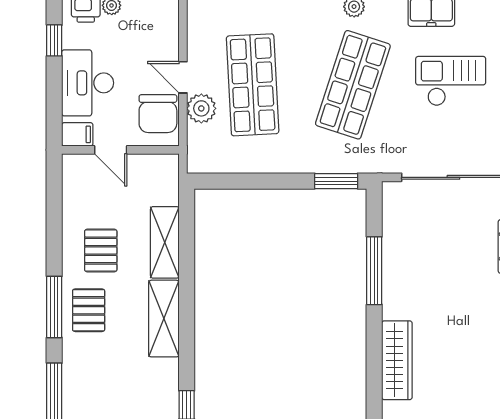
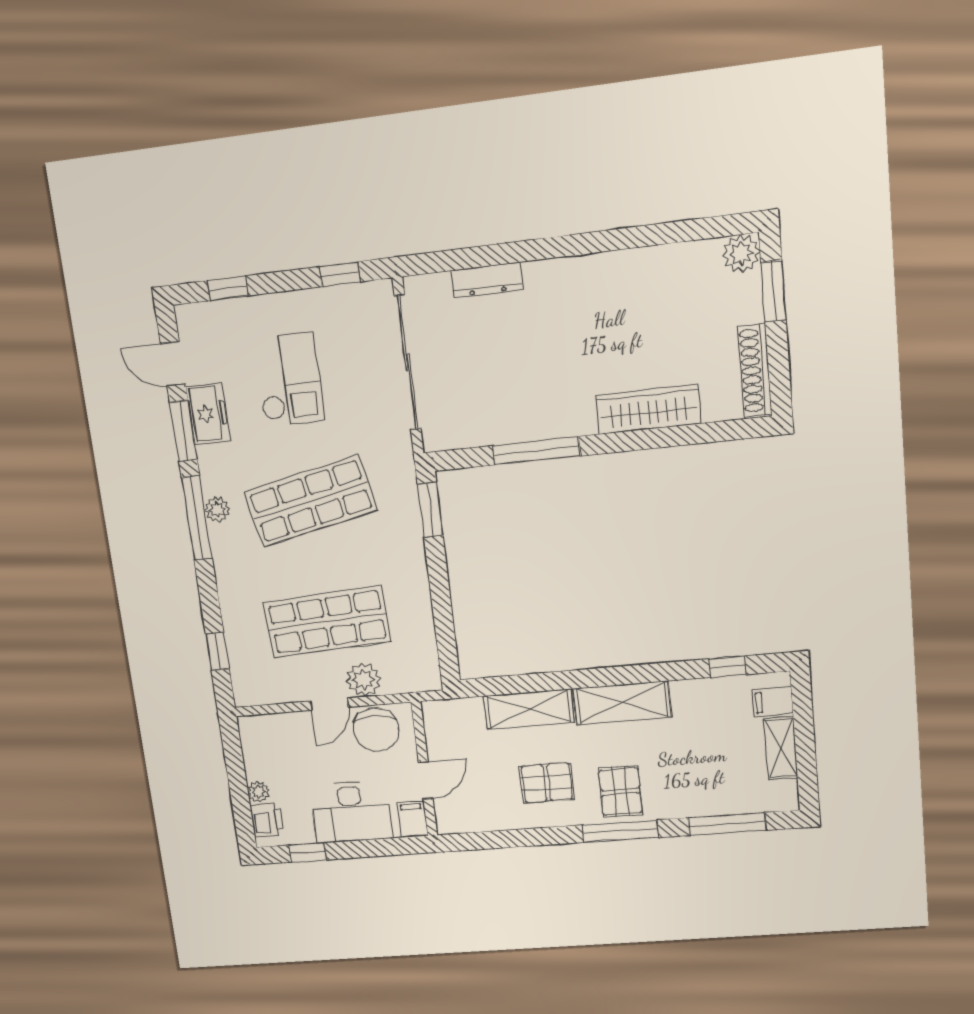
checkout: (451, 81) -> (289, 380), turned 180
shop shelf: (353, 85) -> (311, 501), turned -30
chair: (158, 114) -> (376, 729), turned 90
pallet: (89, 310) -> (620, 791), turned 90

